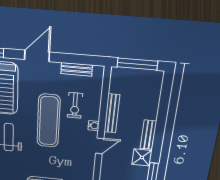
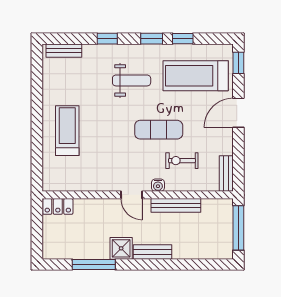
door: (37, 56) -> (238, 113), swing flipped
bench: (77, 69) -> (226, 174), moved
exercise mat: (48, 121) -> (159, 130), width x0.73, depth x0.69

